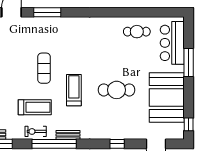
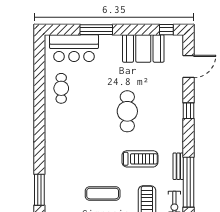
treadmill: (74, 90) -> (140, 159), moved, turned 180
booth: (167, 97) -> (143, 48), width x0.73, depth x0.70

